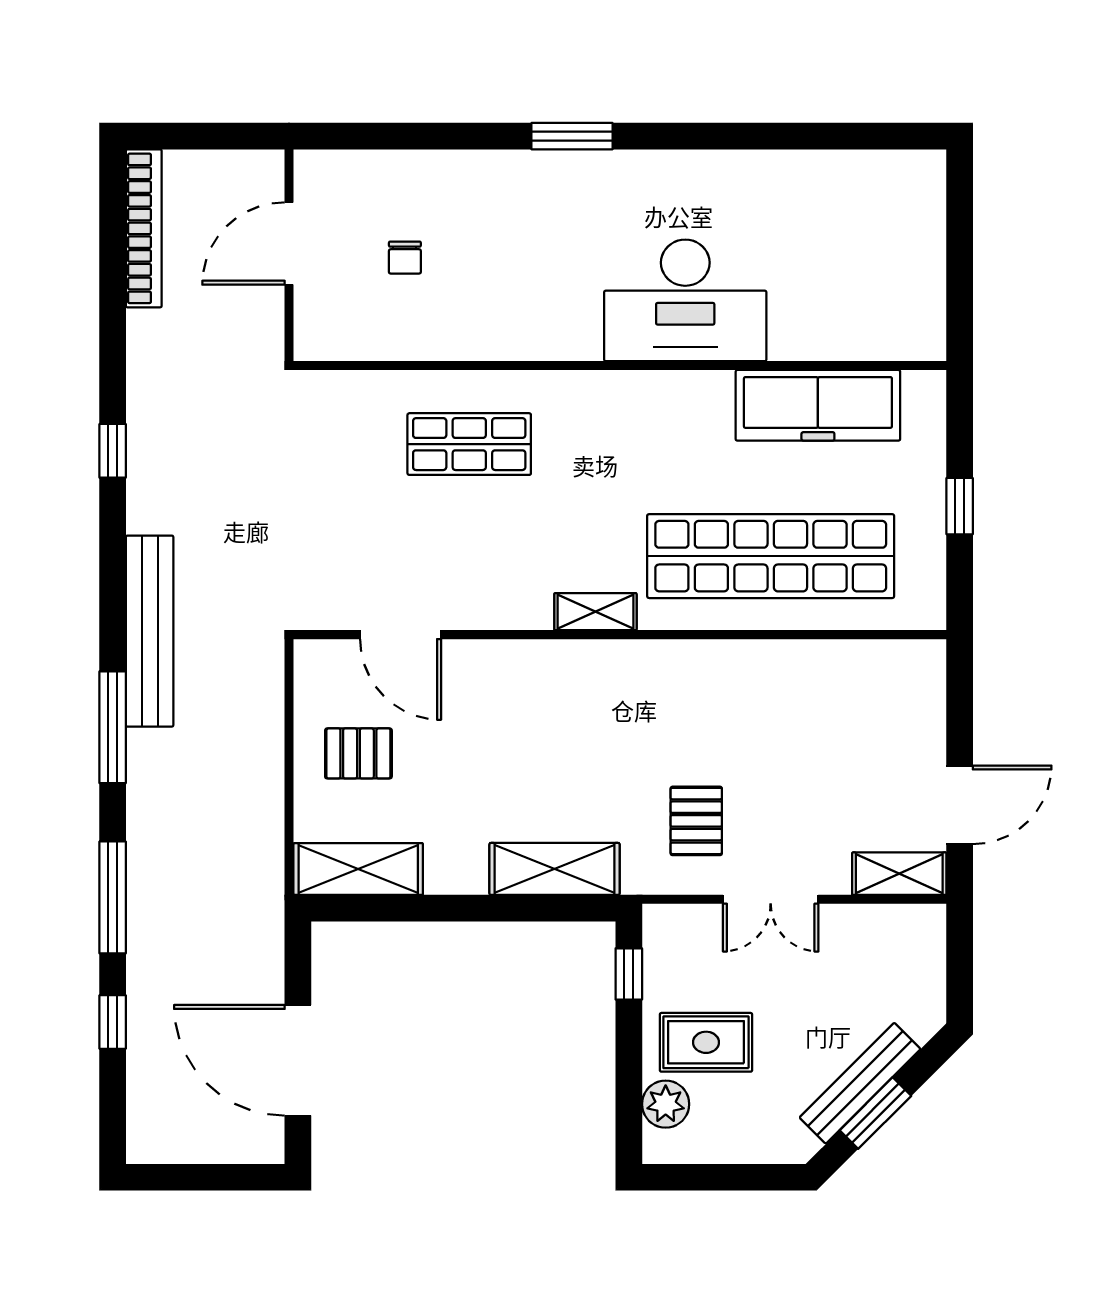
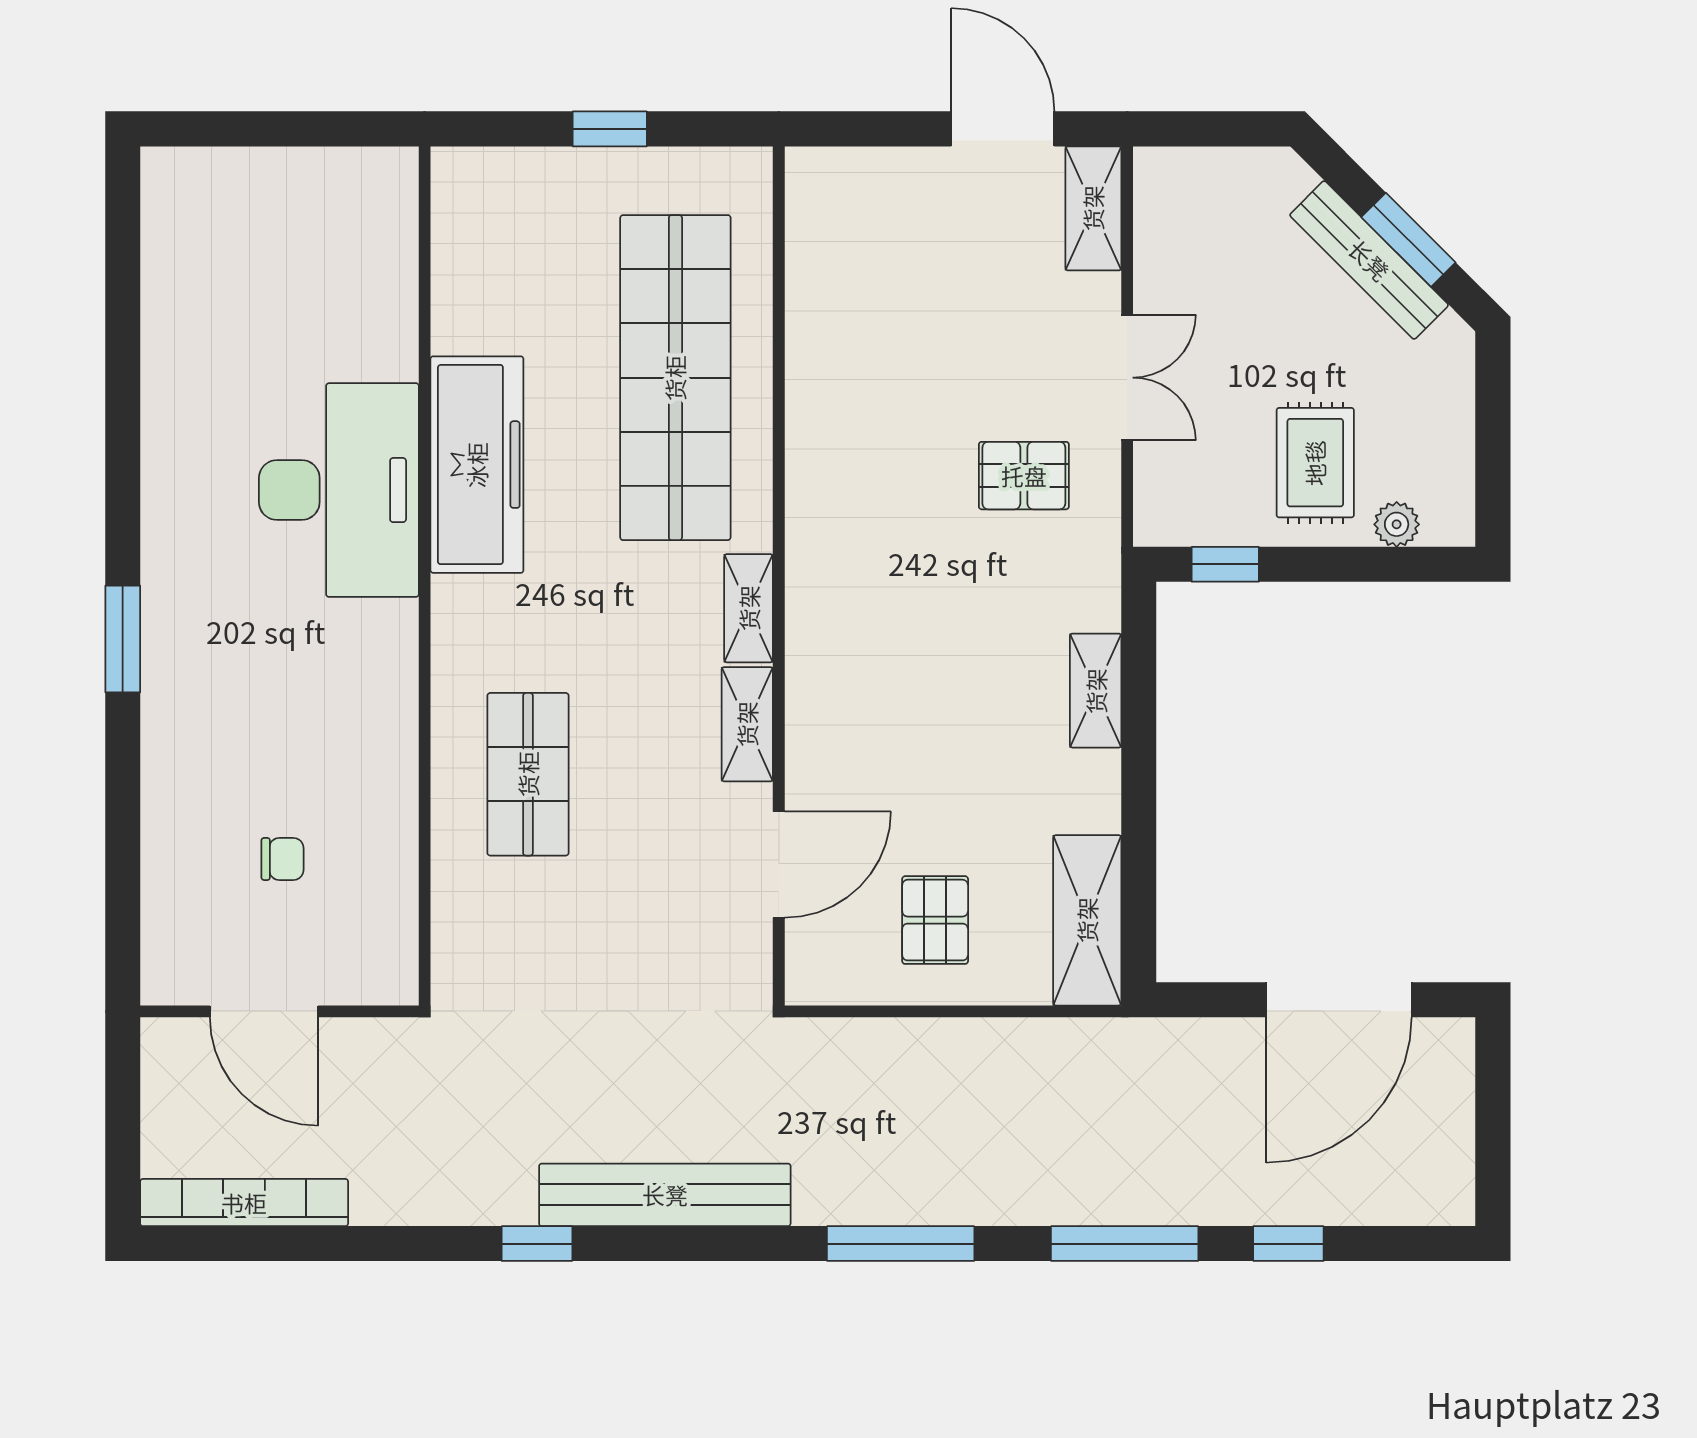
freezer: (818, 405) -> (477, 465), moved
shelving: (507, 611) -> (747, 724), added
bench: (150, 631) -> (665, 1195), moved
shelving: (555, 869) -> (1096, 691), width x0.67, depth x0.75
plant: (666, 1104) -> (1397, 524), width x0.73, depth x0.73

